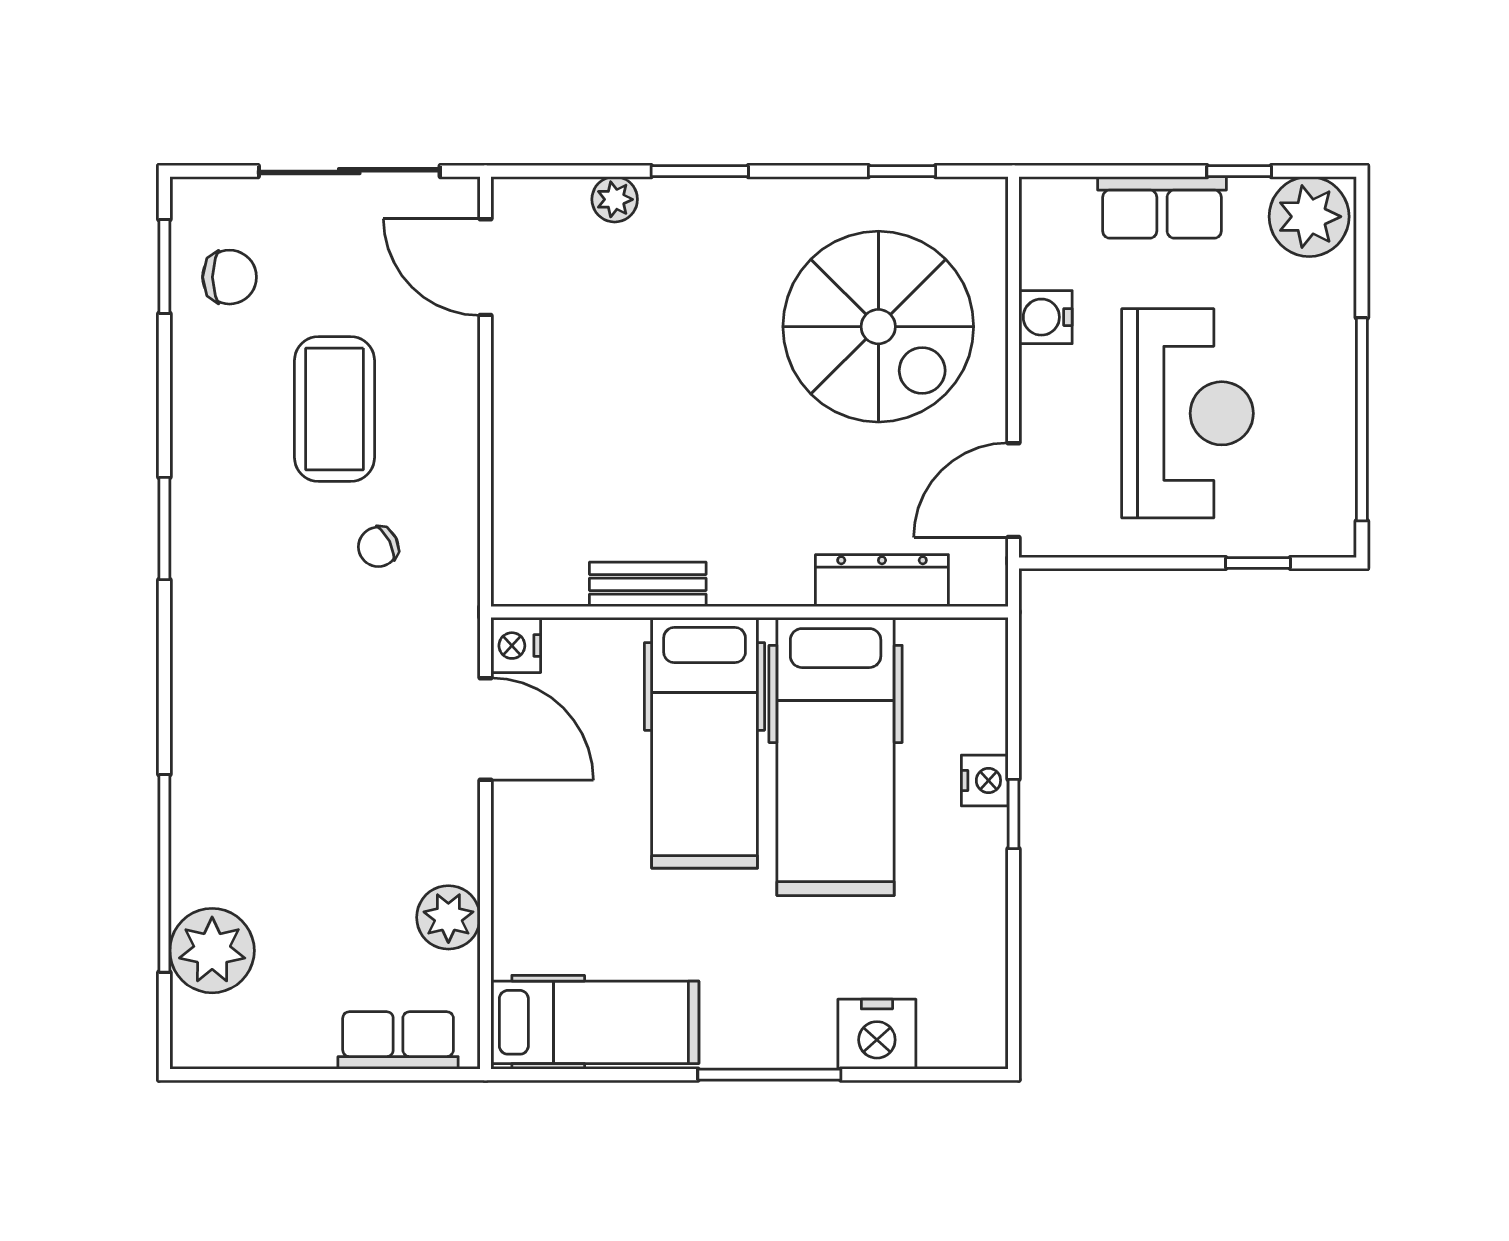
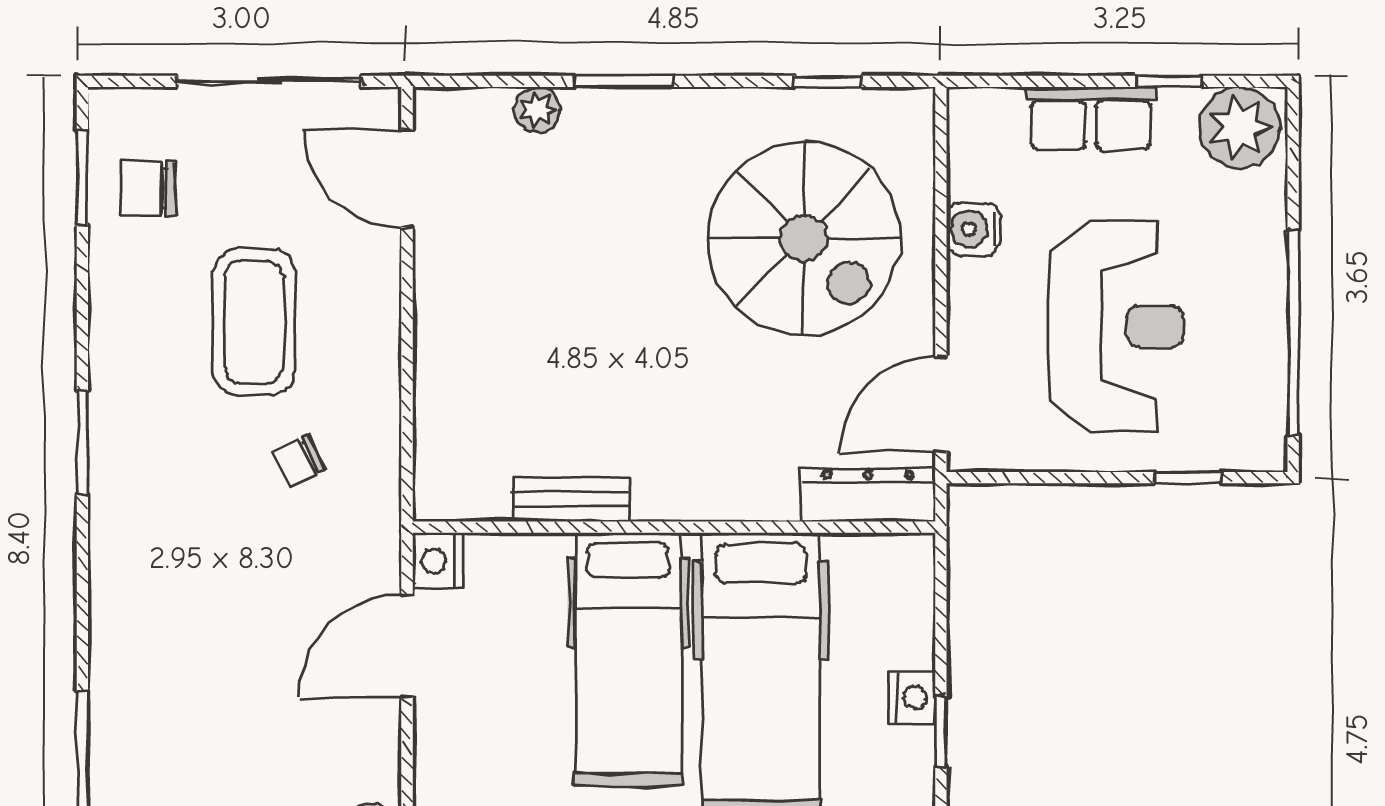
chair: (230, 277) -> (148, 189), turned 180
dresser: (882, 581) -> (868, 495), moved
door: (486, 729) -> (407, 645), swing flipped

